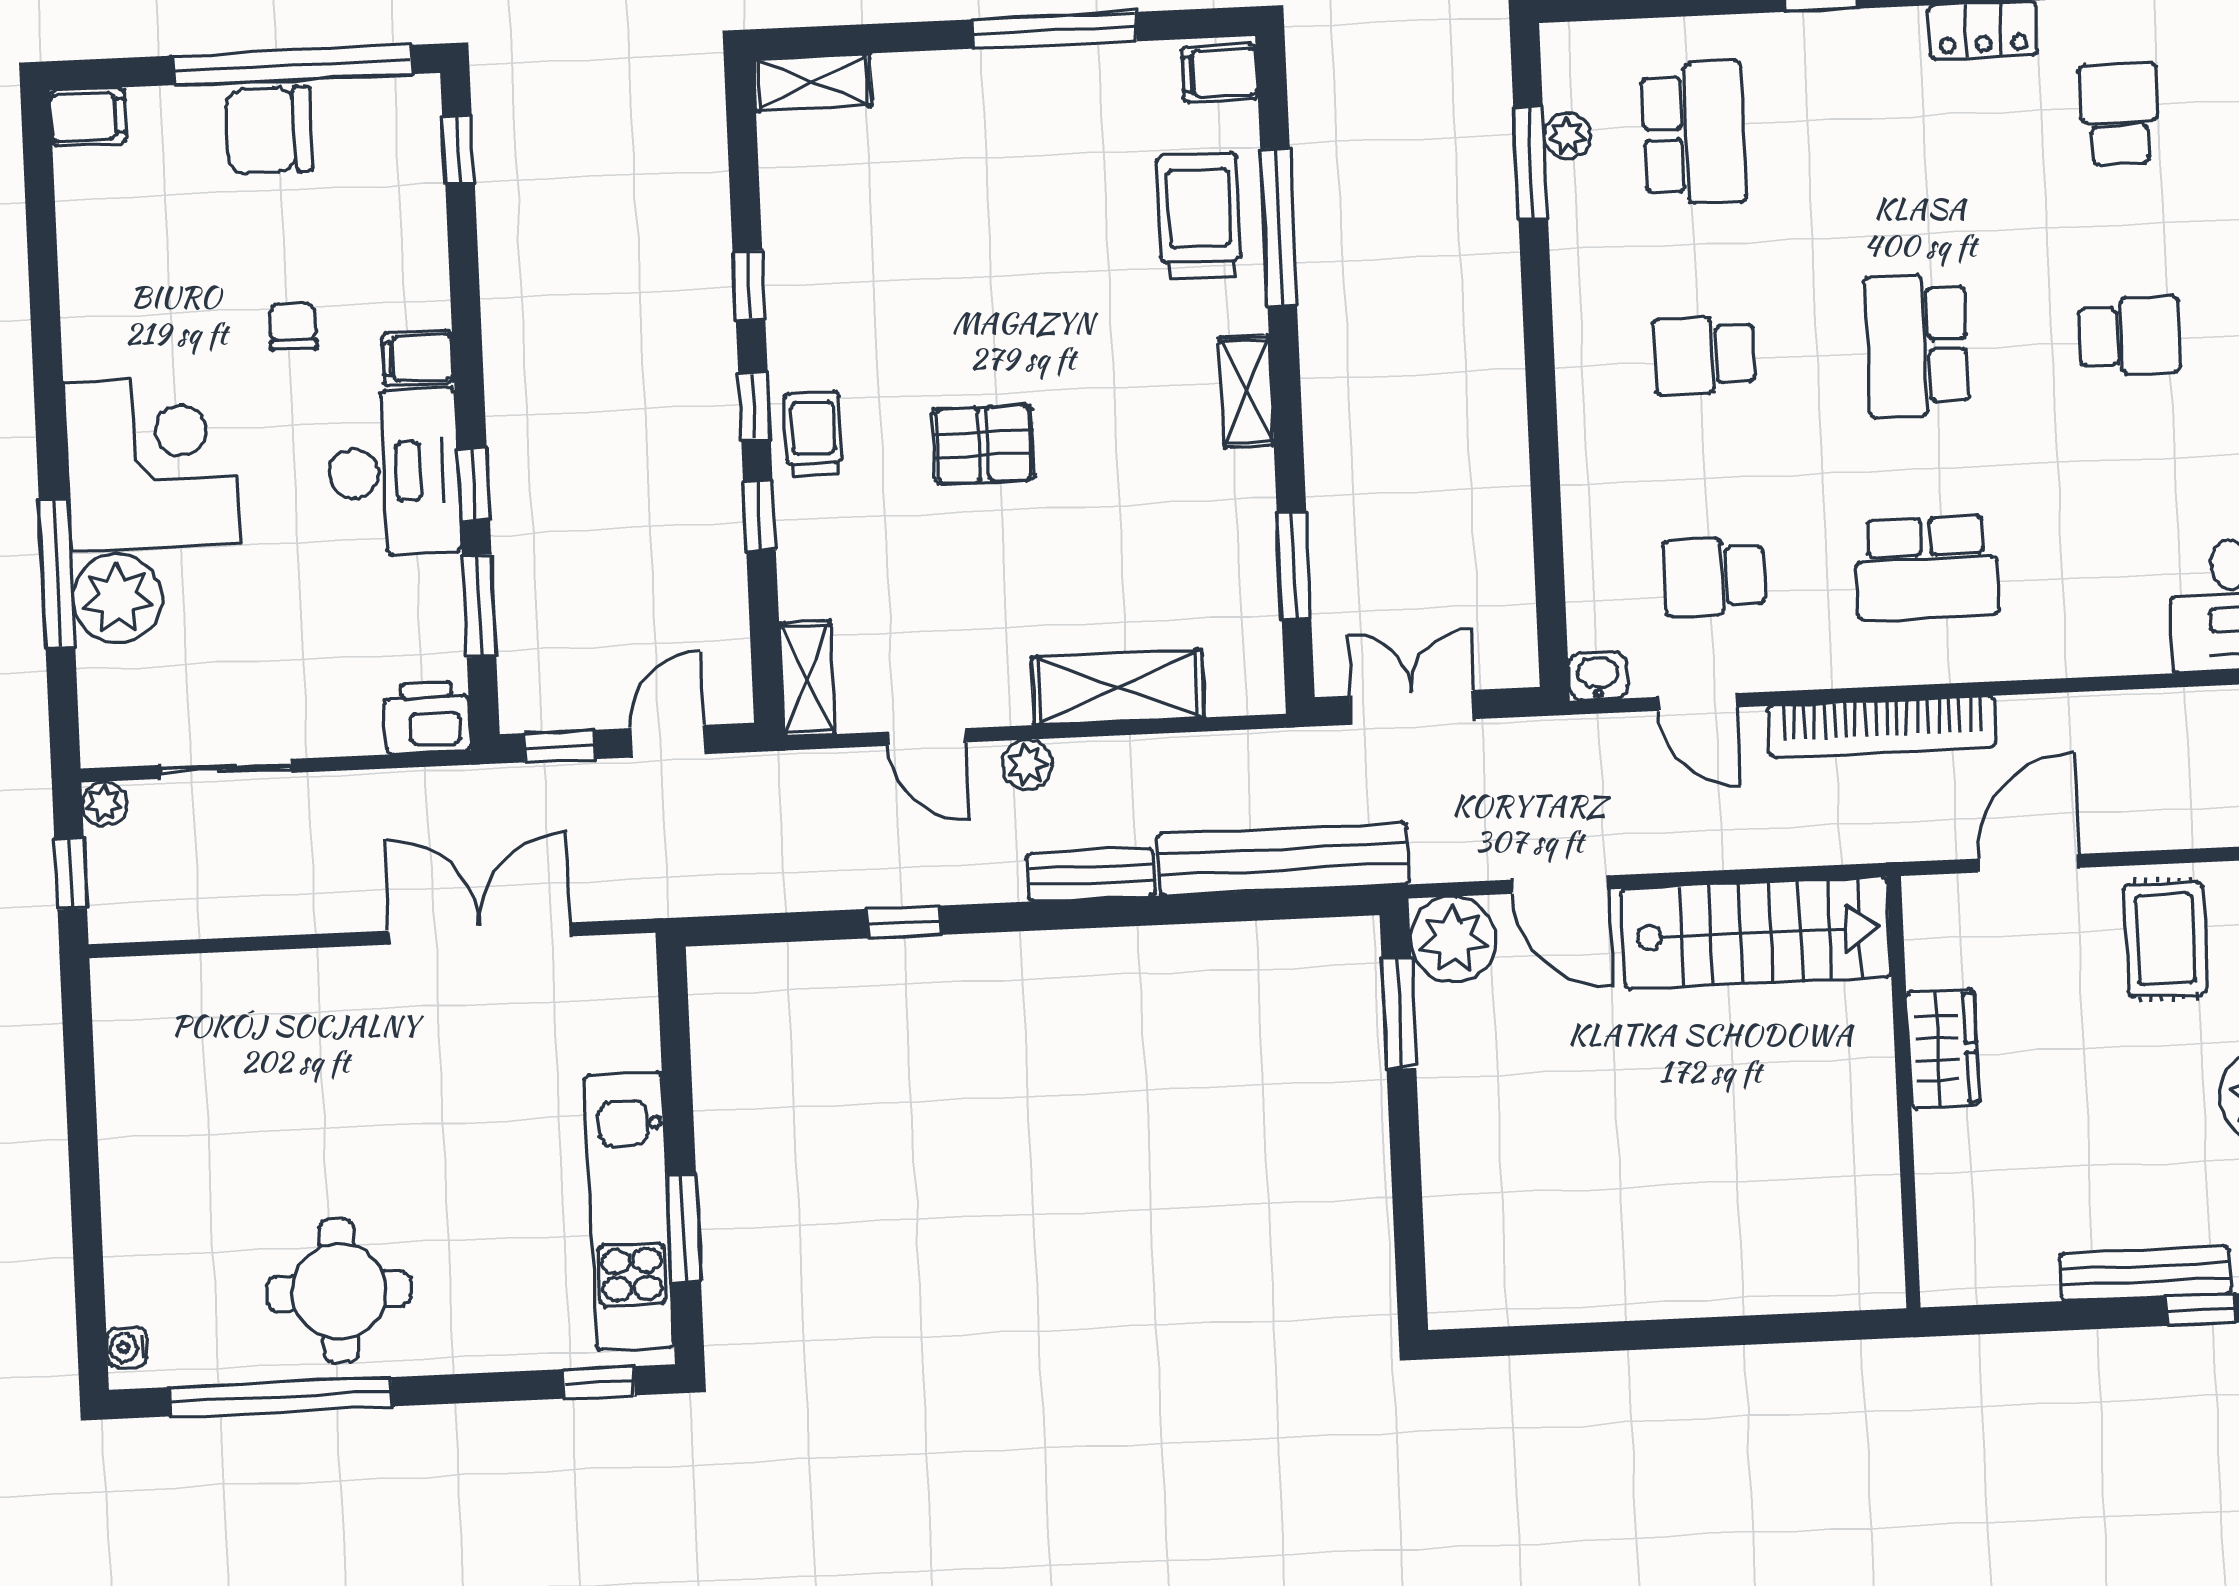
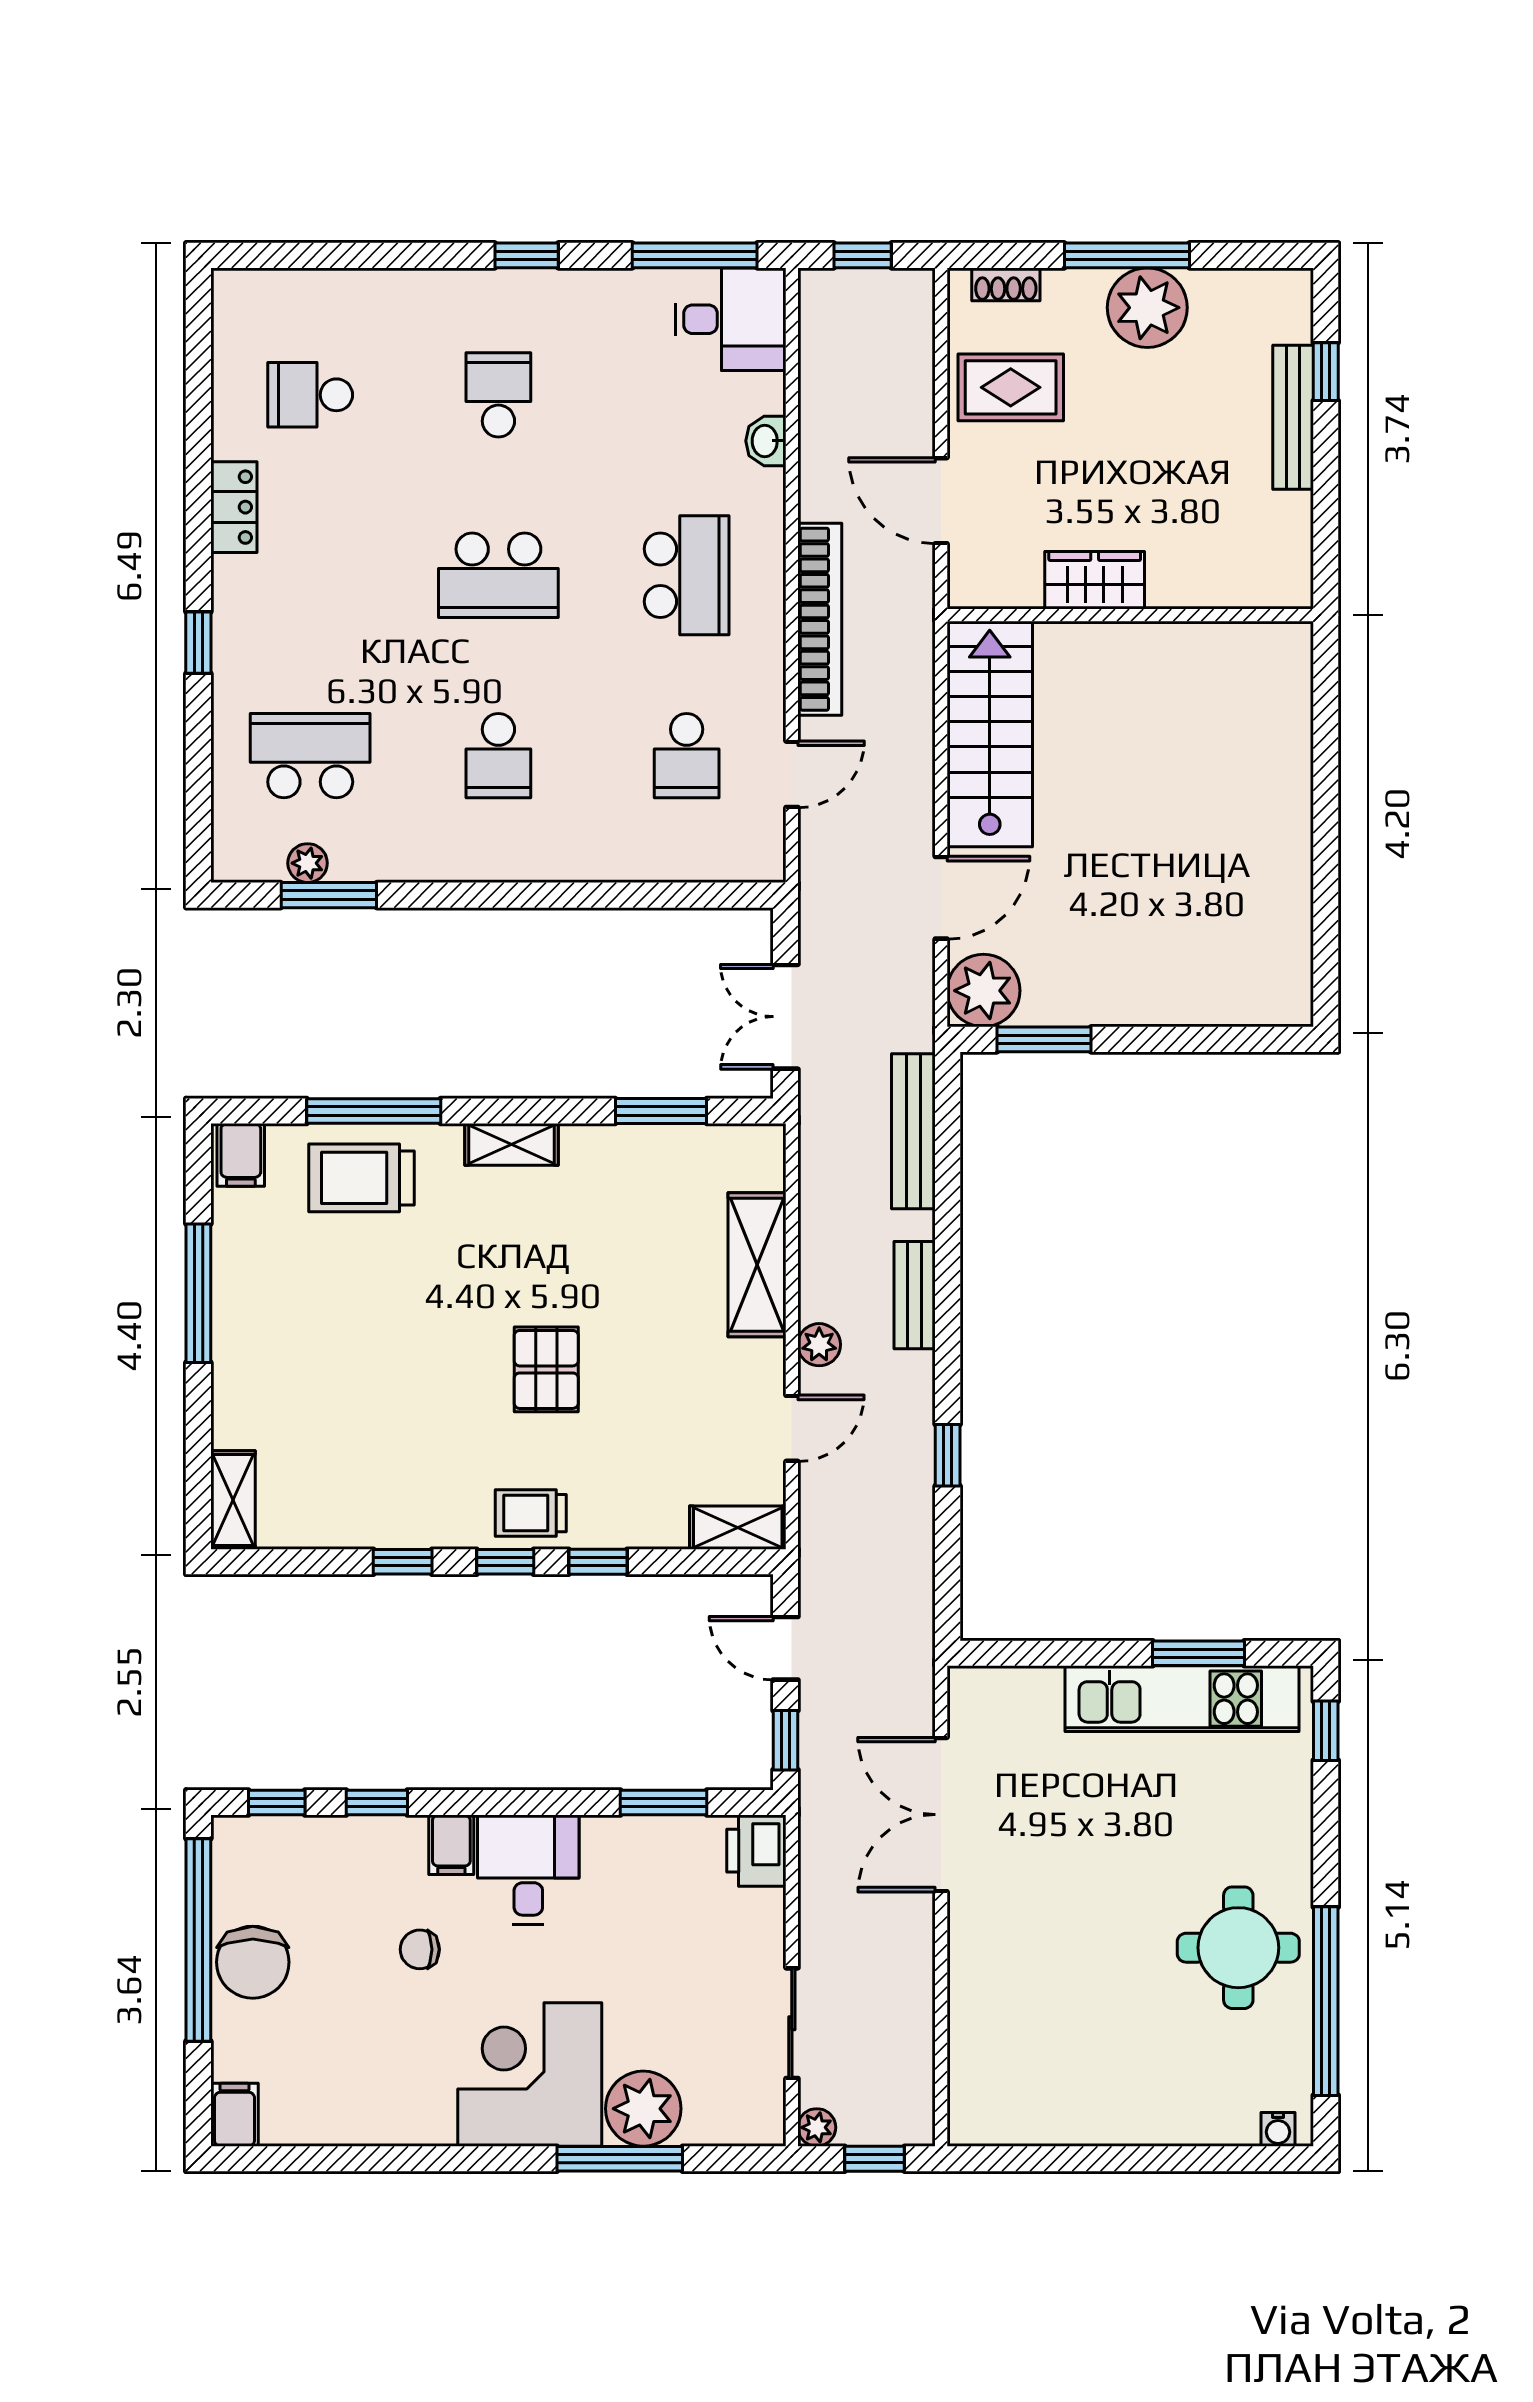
desk: (394, 472) -> (528, 1870), width x0.73
window: (474, 485) -> (377, 1803), moved
washbasin: (1598, 676) -> (766, 441), moved
bench: (1283, 859) -> (913, 1131), width x0.73, depth x0.82

